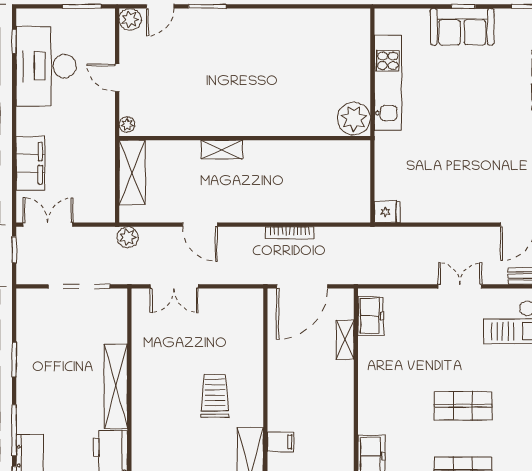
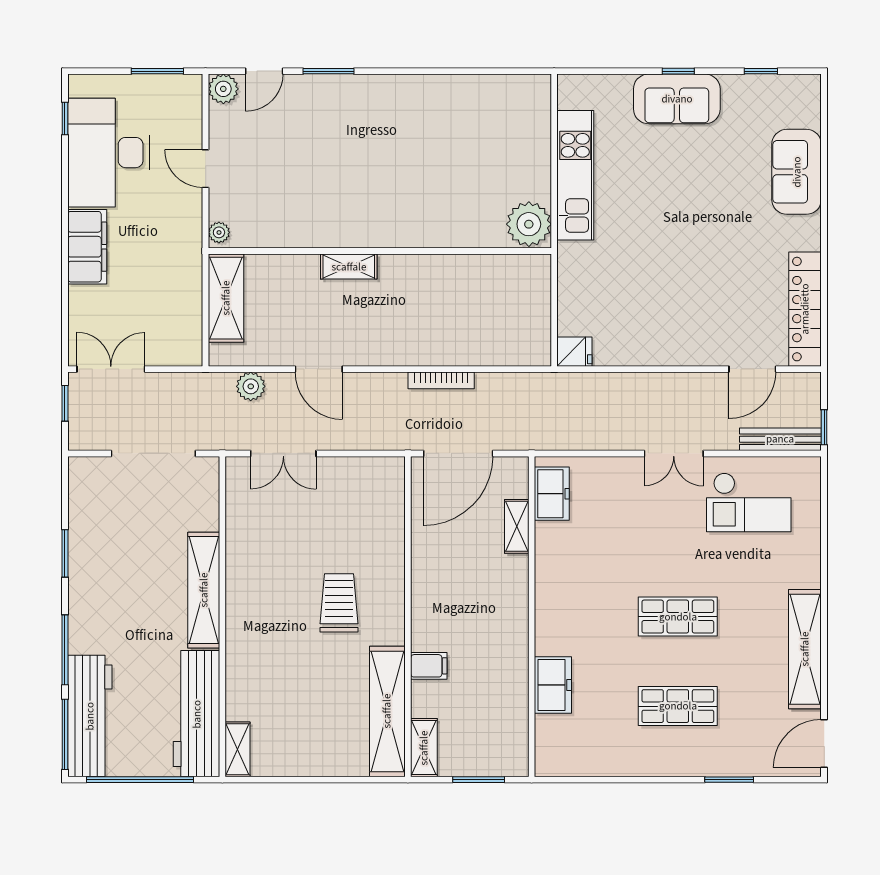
filing cabinet: (30, 163) -> (87, 247), moved
plant: (128, 237) -> (251, 386), moved
double door: (460, 286) -> (674, 453), swing flipped

